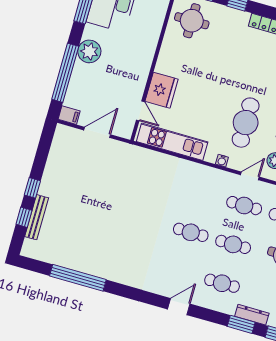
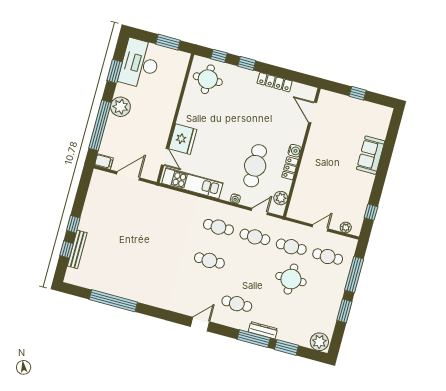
cafe table: (233, 244) -> (218, 227), moved
window: (241, 324) -> (254, 339), width x1.44

